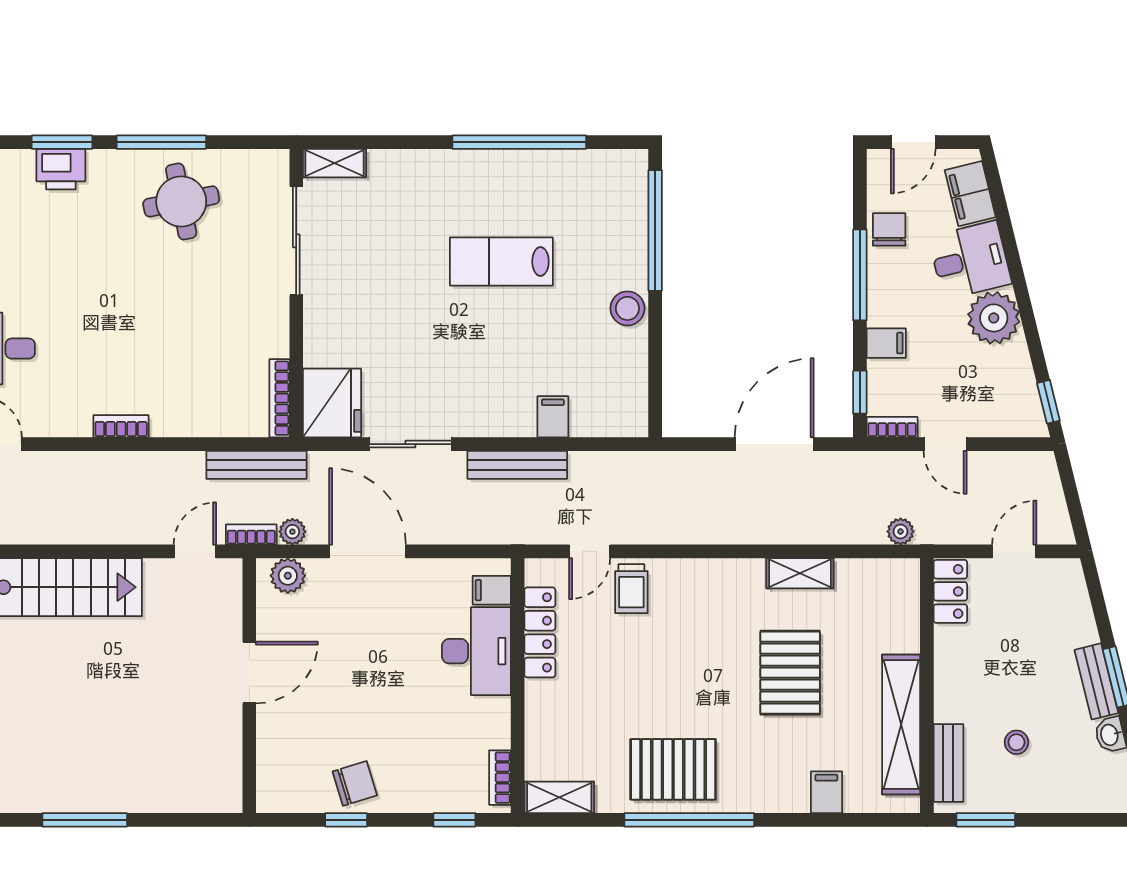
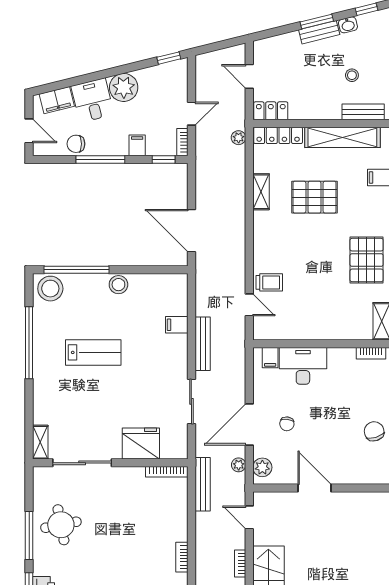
stool: (620, 182) -> (50, 289), added
lab bench: (501, 262) -> (93, 352), turned -90
fridge: (332, 403) -> (141, 444), moved
door: (774, 444) -> (191, 231), moved
bookcase: (251, 535) -> (240, 563), moved
chair: (369, 621) -> (287, 424), added
locker: (540, 632) -> (278, 135), moved, turned 180

